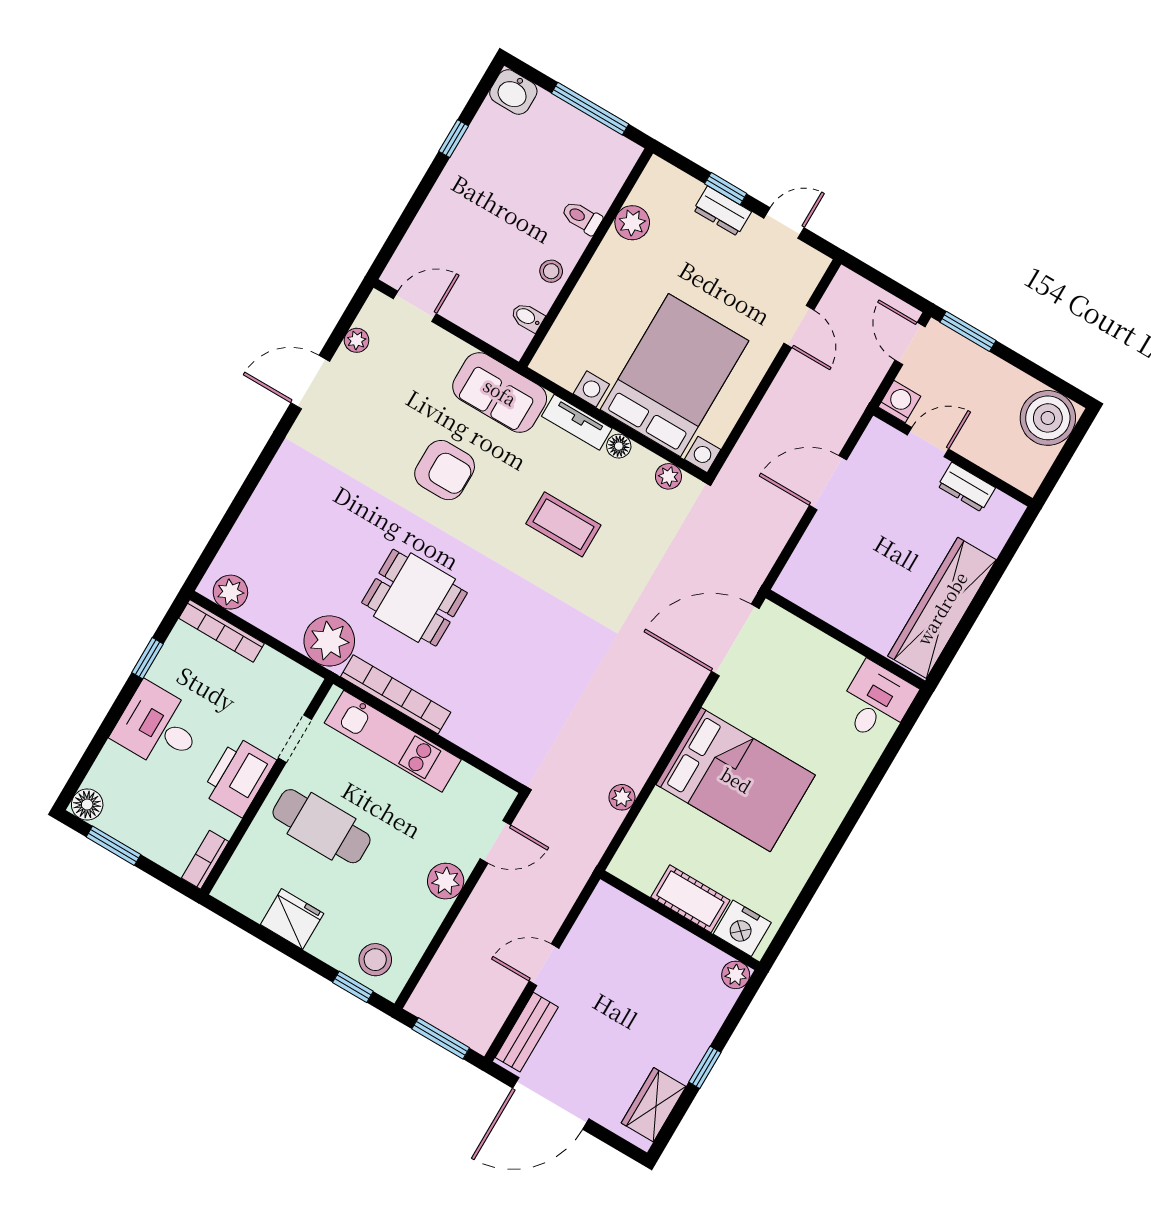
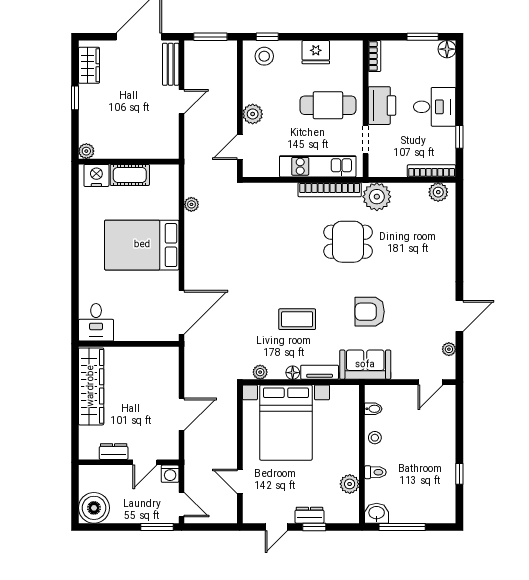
washbasin: (513, 92) -> (377, 513), moved

